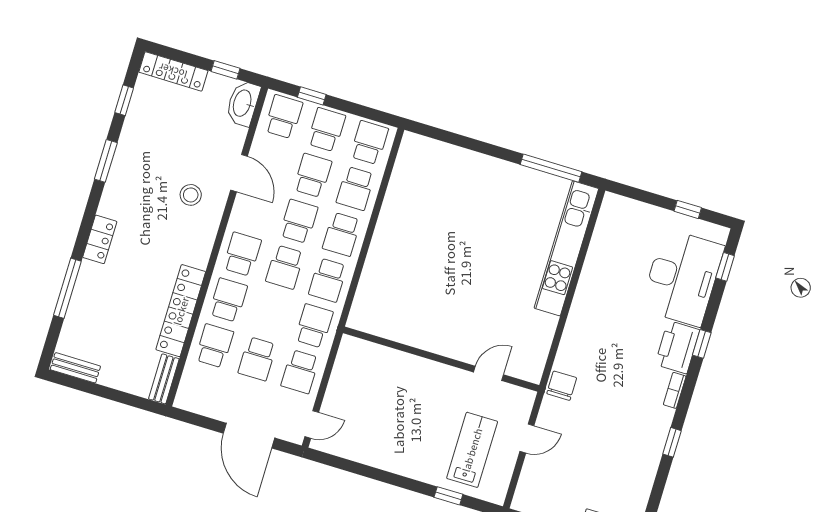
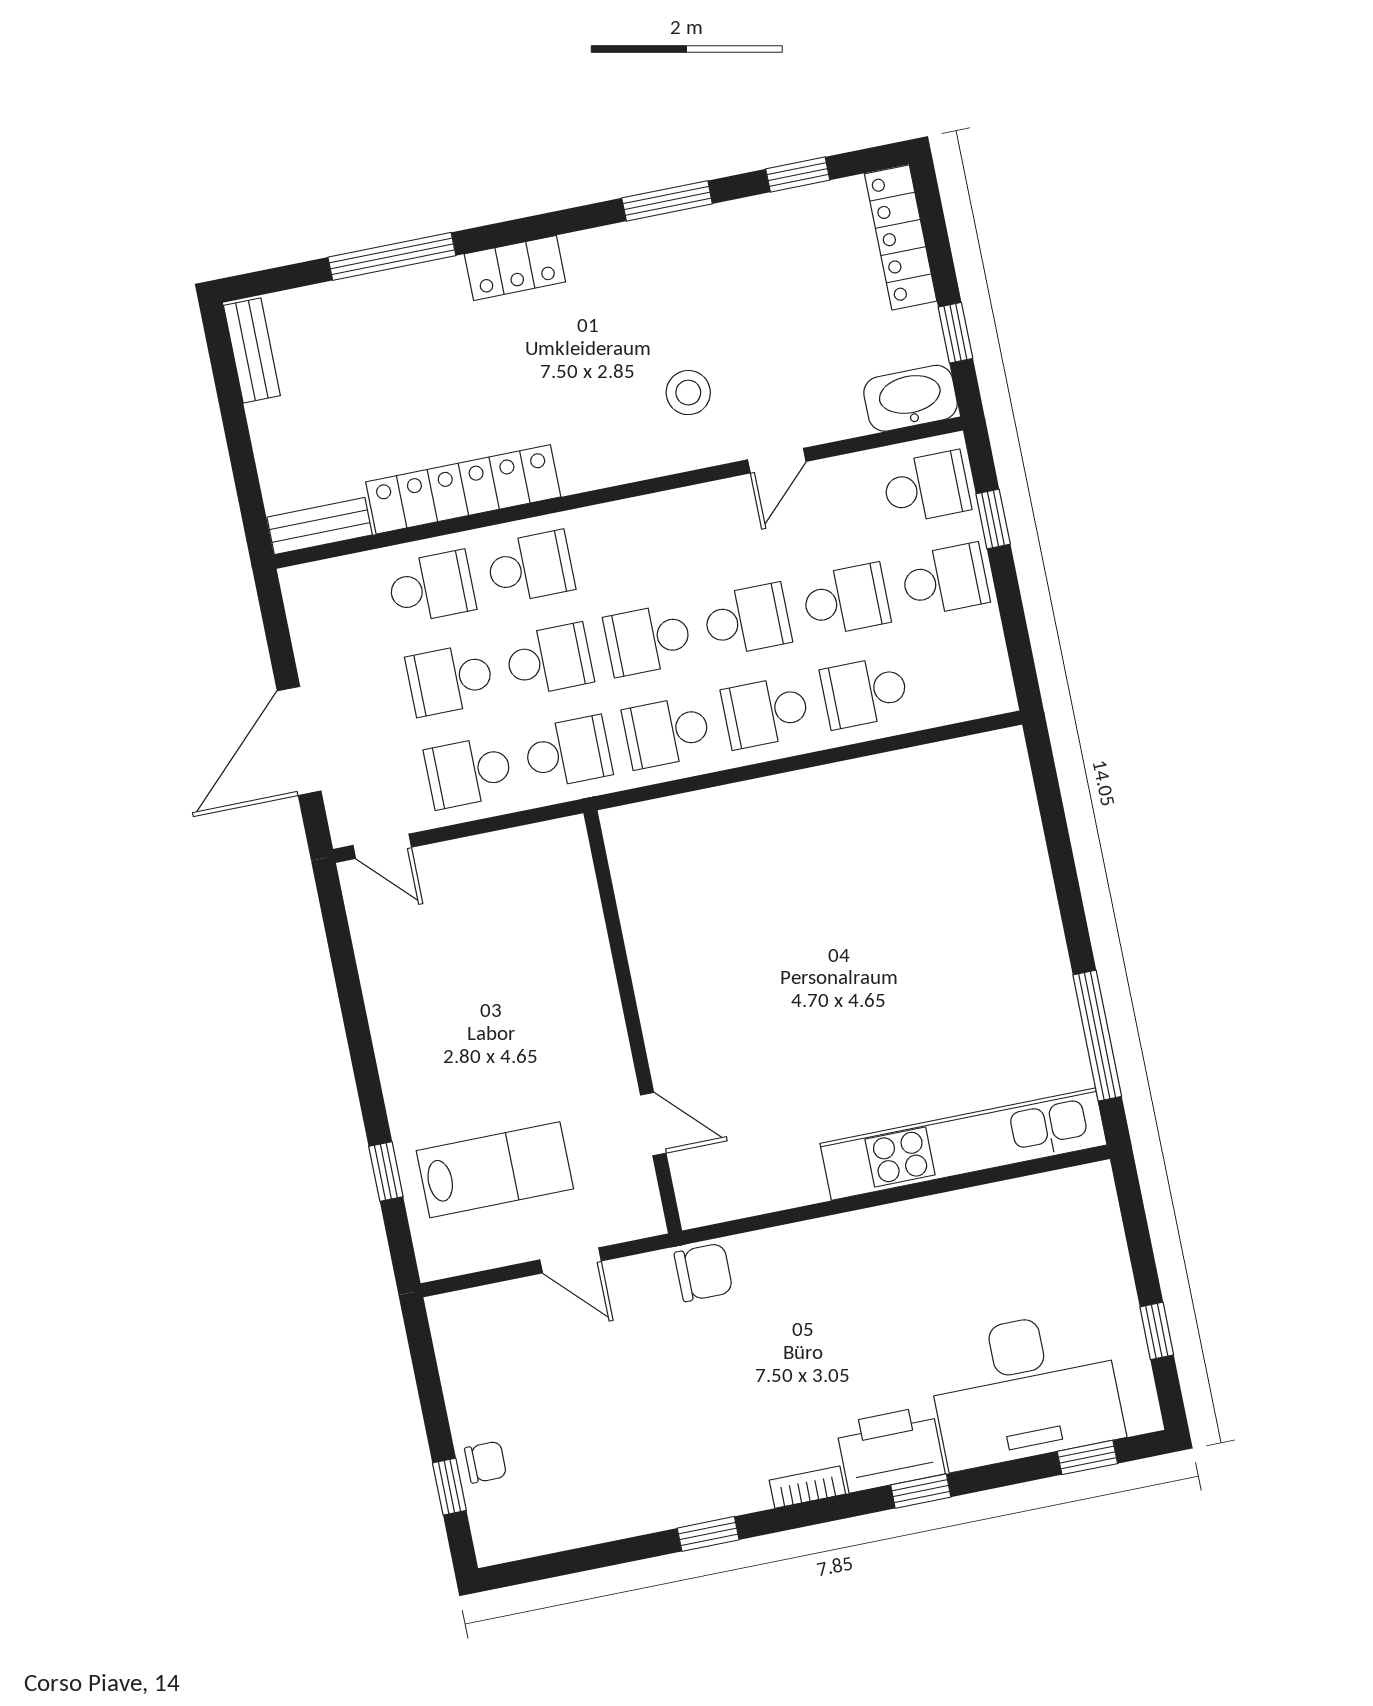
school desk: (369, 143) -> (964, 672), removed
door: (239, 173) -> (777, 461), width x0.73
school desk: (242, 254) -> (549, 660), moved

